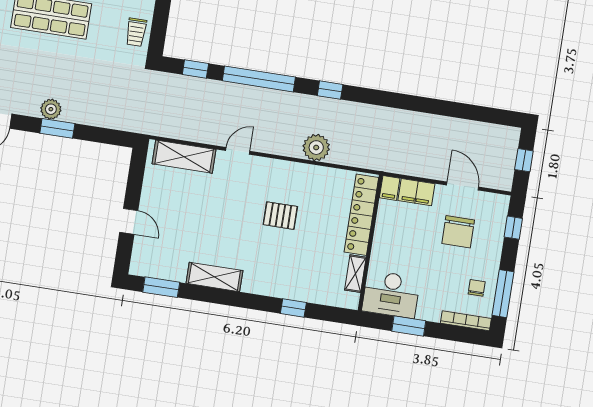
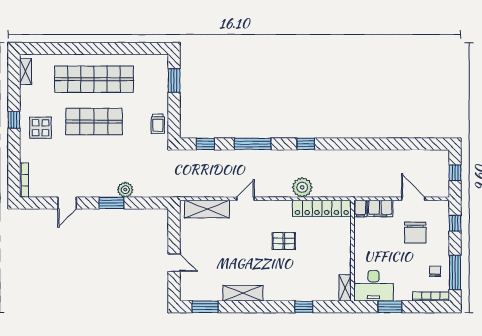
window: (259, 79) -> (253, 144), width x0.68
plant: (51, 109) -> (125, 190), moved
locker: (361, 215) -> (322, 208), moved, turned -90
shelving: (355, 274) -> (345, 288), moved

